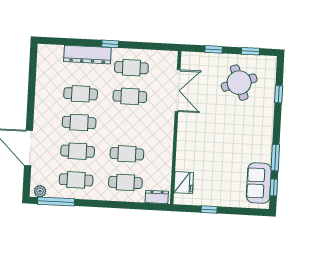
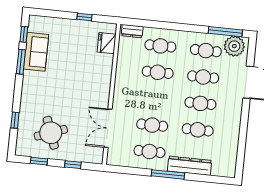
window: (110, 44) -> (168, 174), width x2.17
sofa: (259, 183) -> (36, 52), moved
plant: (40, 191) -> (234, 46), width x1.88, depth x1.88

